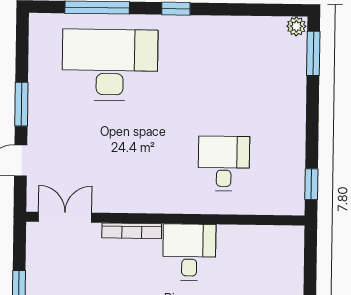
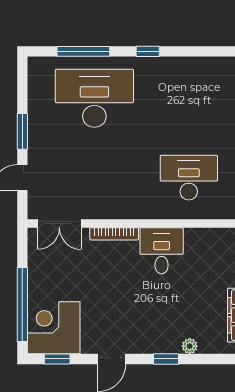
desk: (224, 163) -> (189, 178), width x1.37
double door: (65, 217) -> (59, 224), swing flipped

